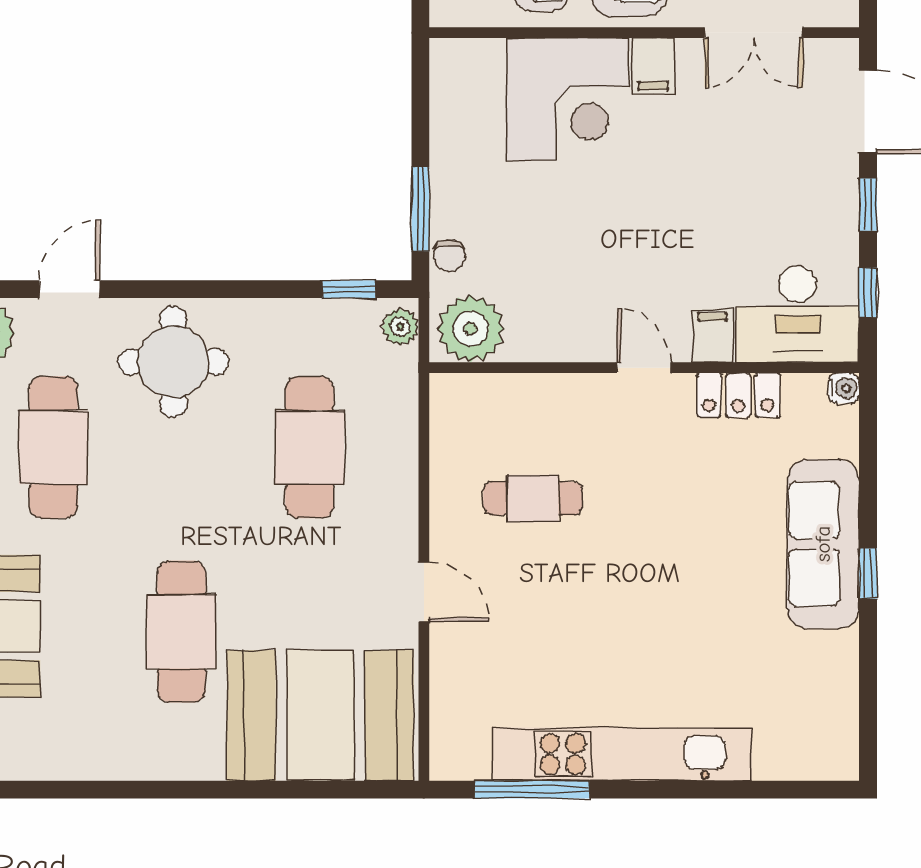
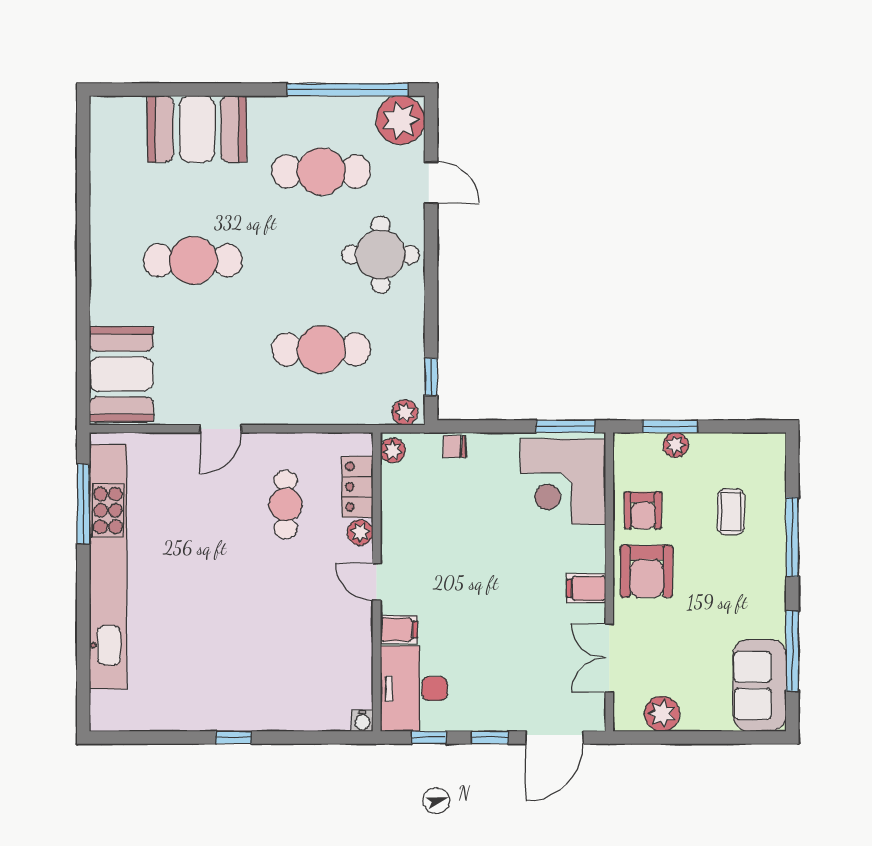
corner desk: (568, 99) -> (563, 482), moved
window: (420, 209) -> (565, 426), moved
plant: (471, 329) -> (393, 450), width x0.53, depth x0.53
door: (644, 368) -> (377, 582), swing flipped
plant: (573, 391) -> (360, 532), added
locker: (738, 395) -> (357, 487), moved
sofa: (823, 544) -> (254, 706), removed
booth: (320, 715) -> (121, 374), width x0.73, depth x0.70
kitchen unit: (622, 754) -> (108, 567), width x1.36

